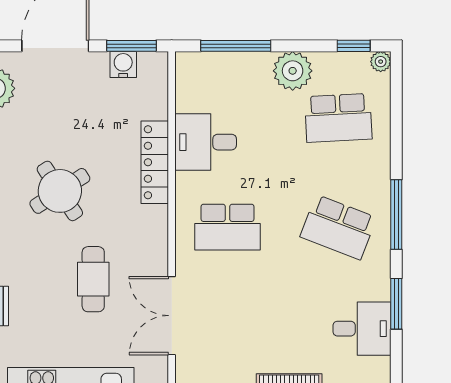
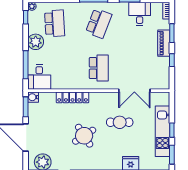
water cooler: (123, 64) -> (33, 97), moved
desk: (206, 142) -> (39, 77), moved

